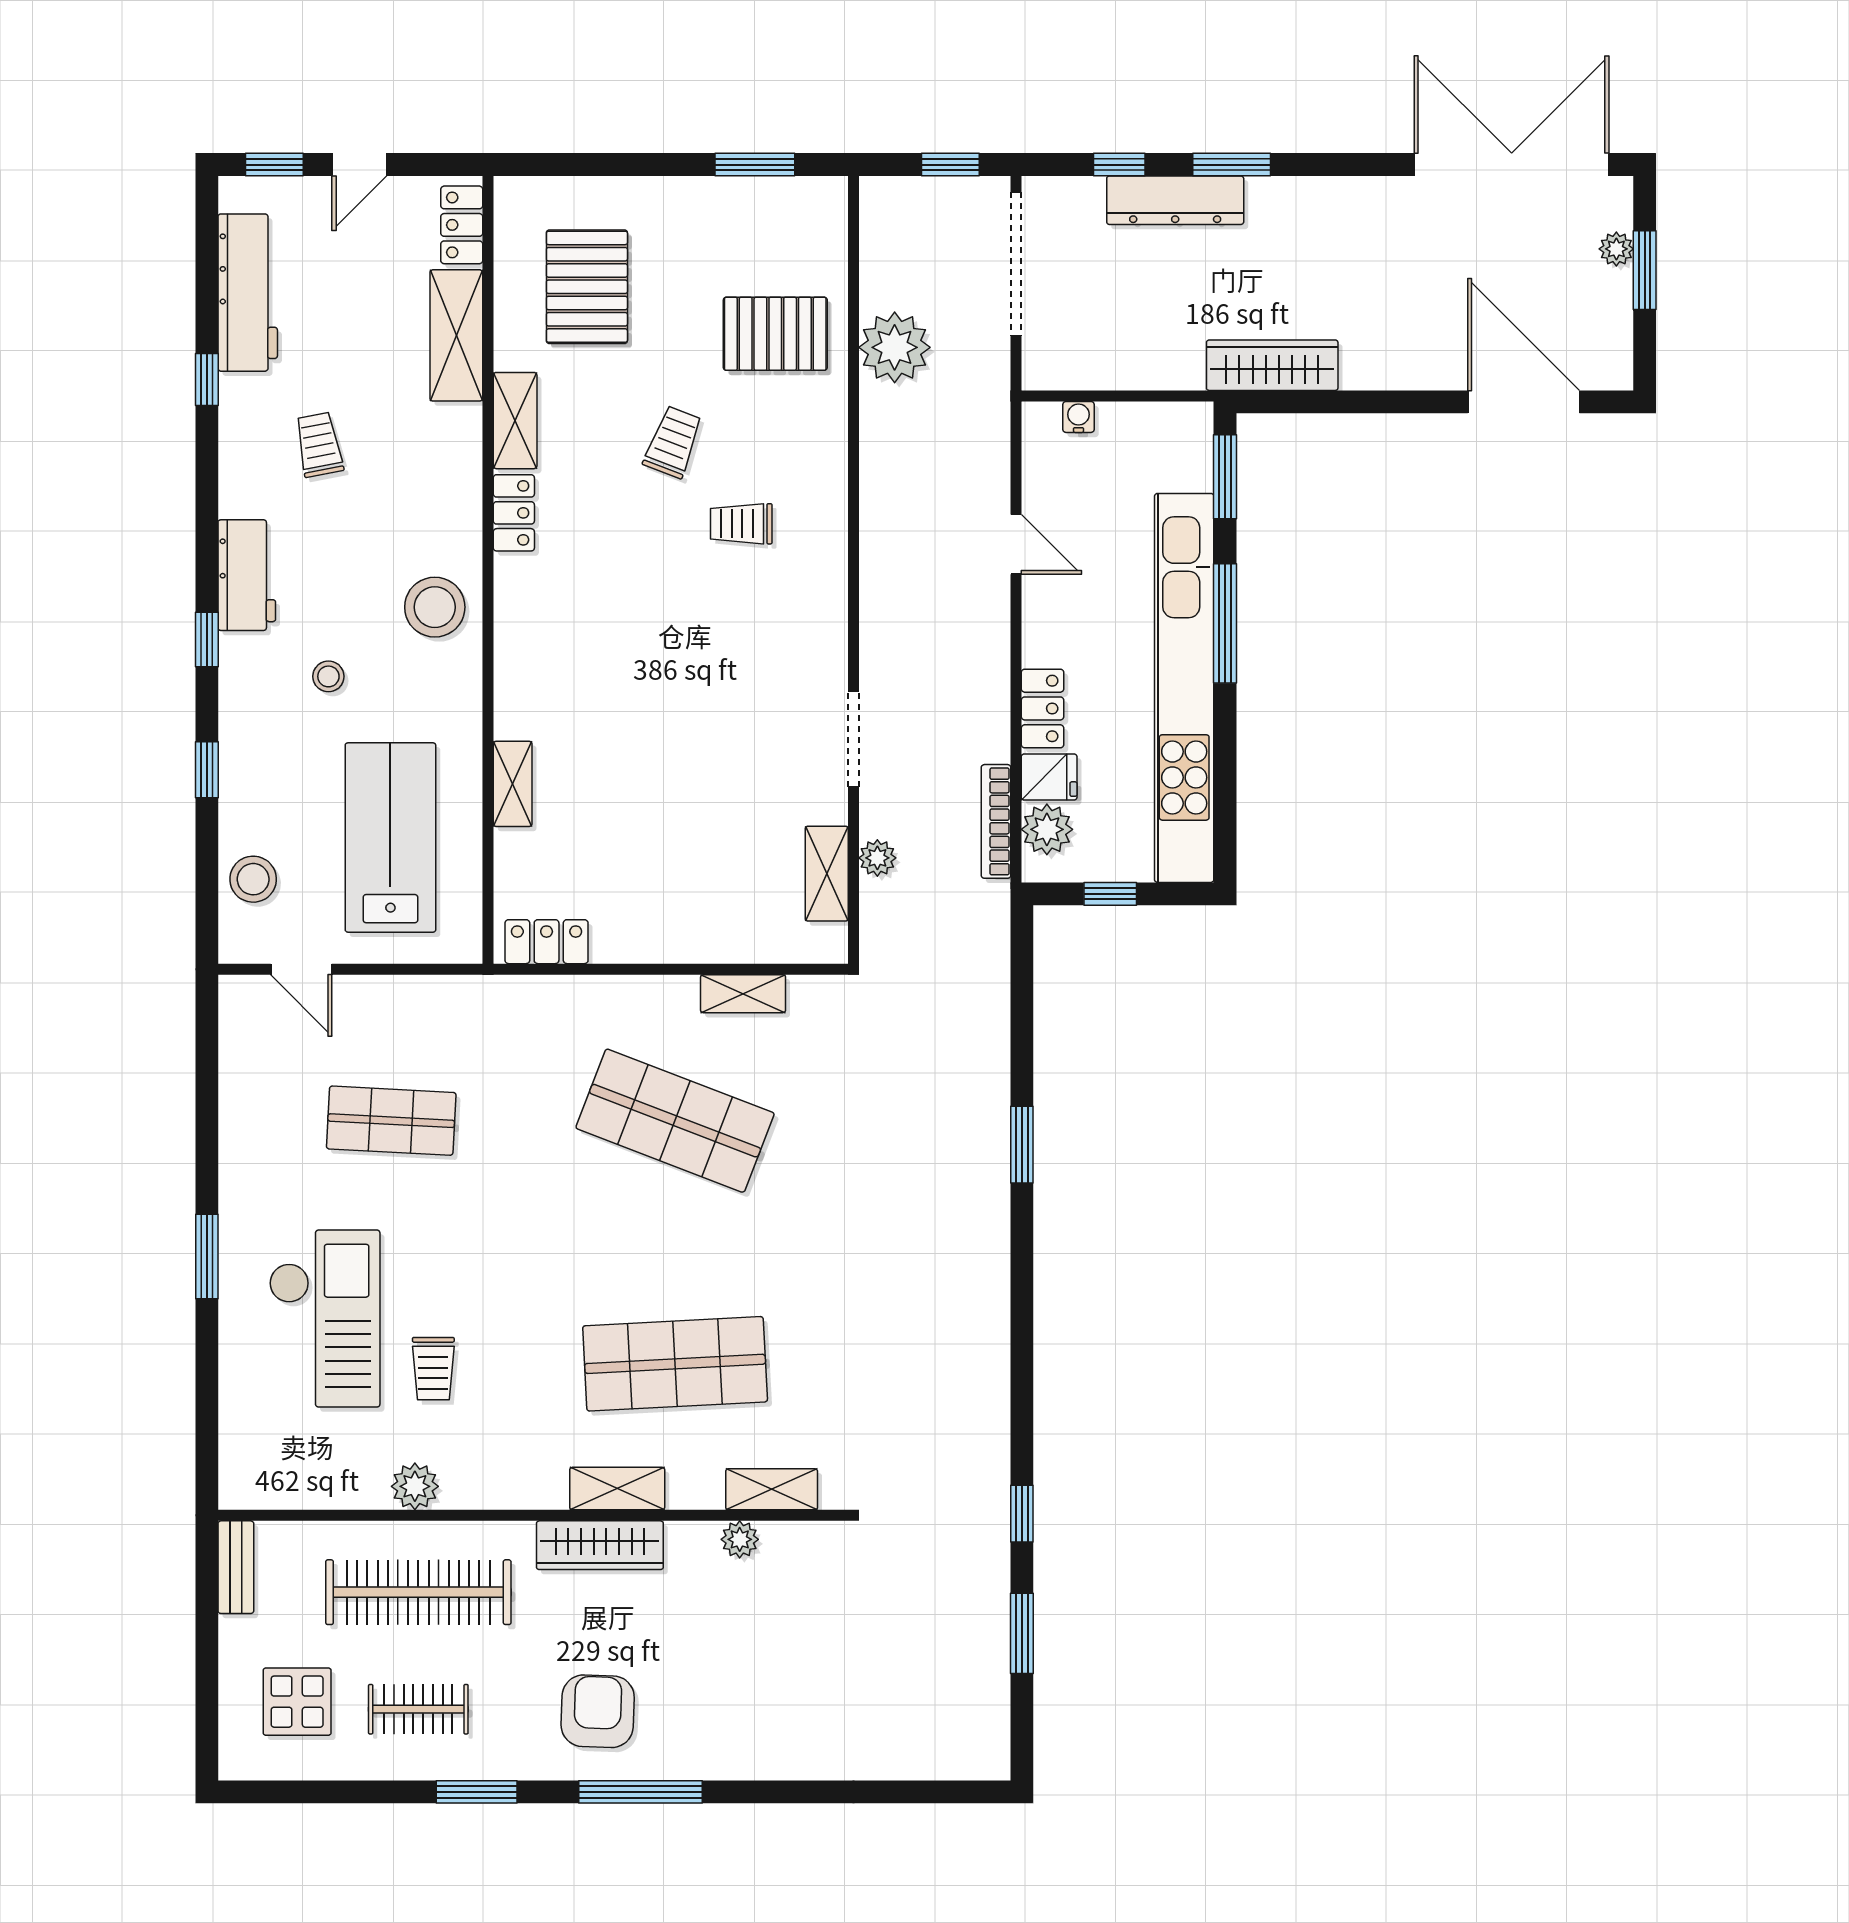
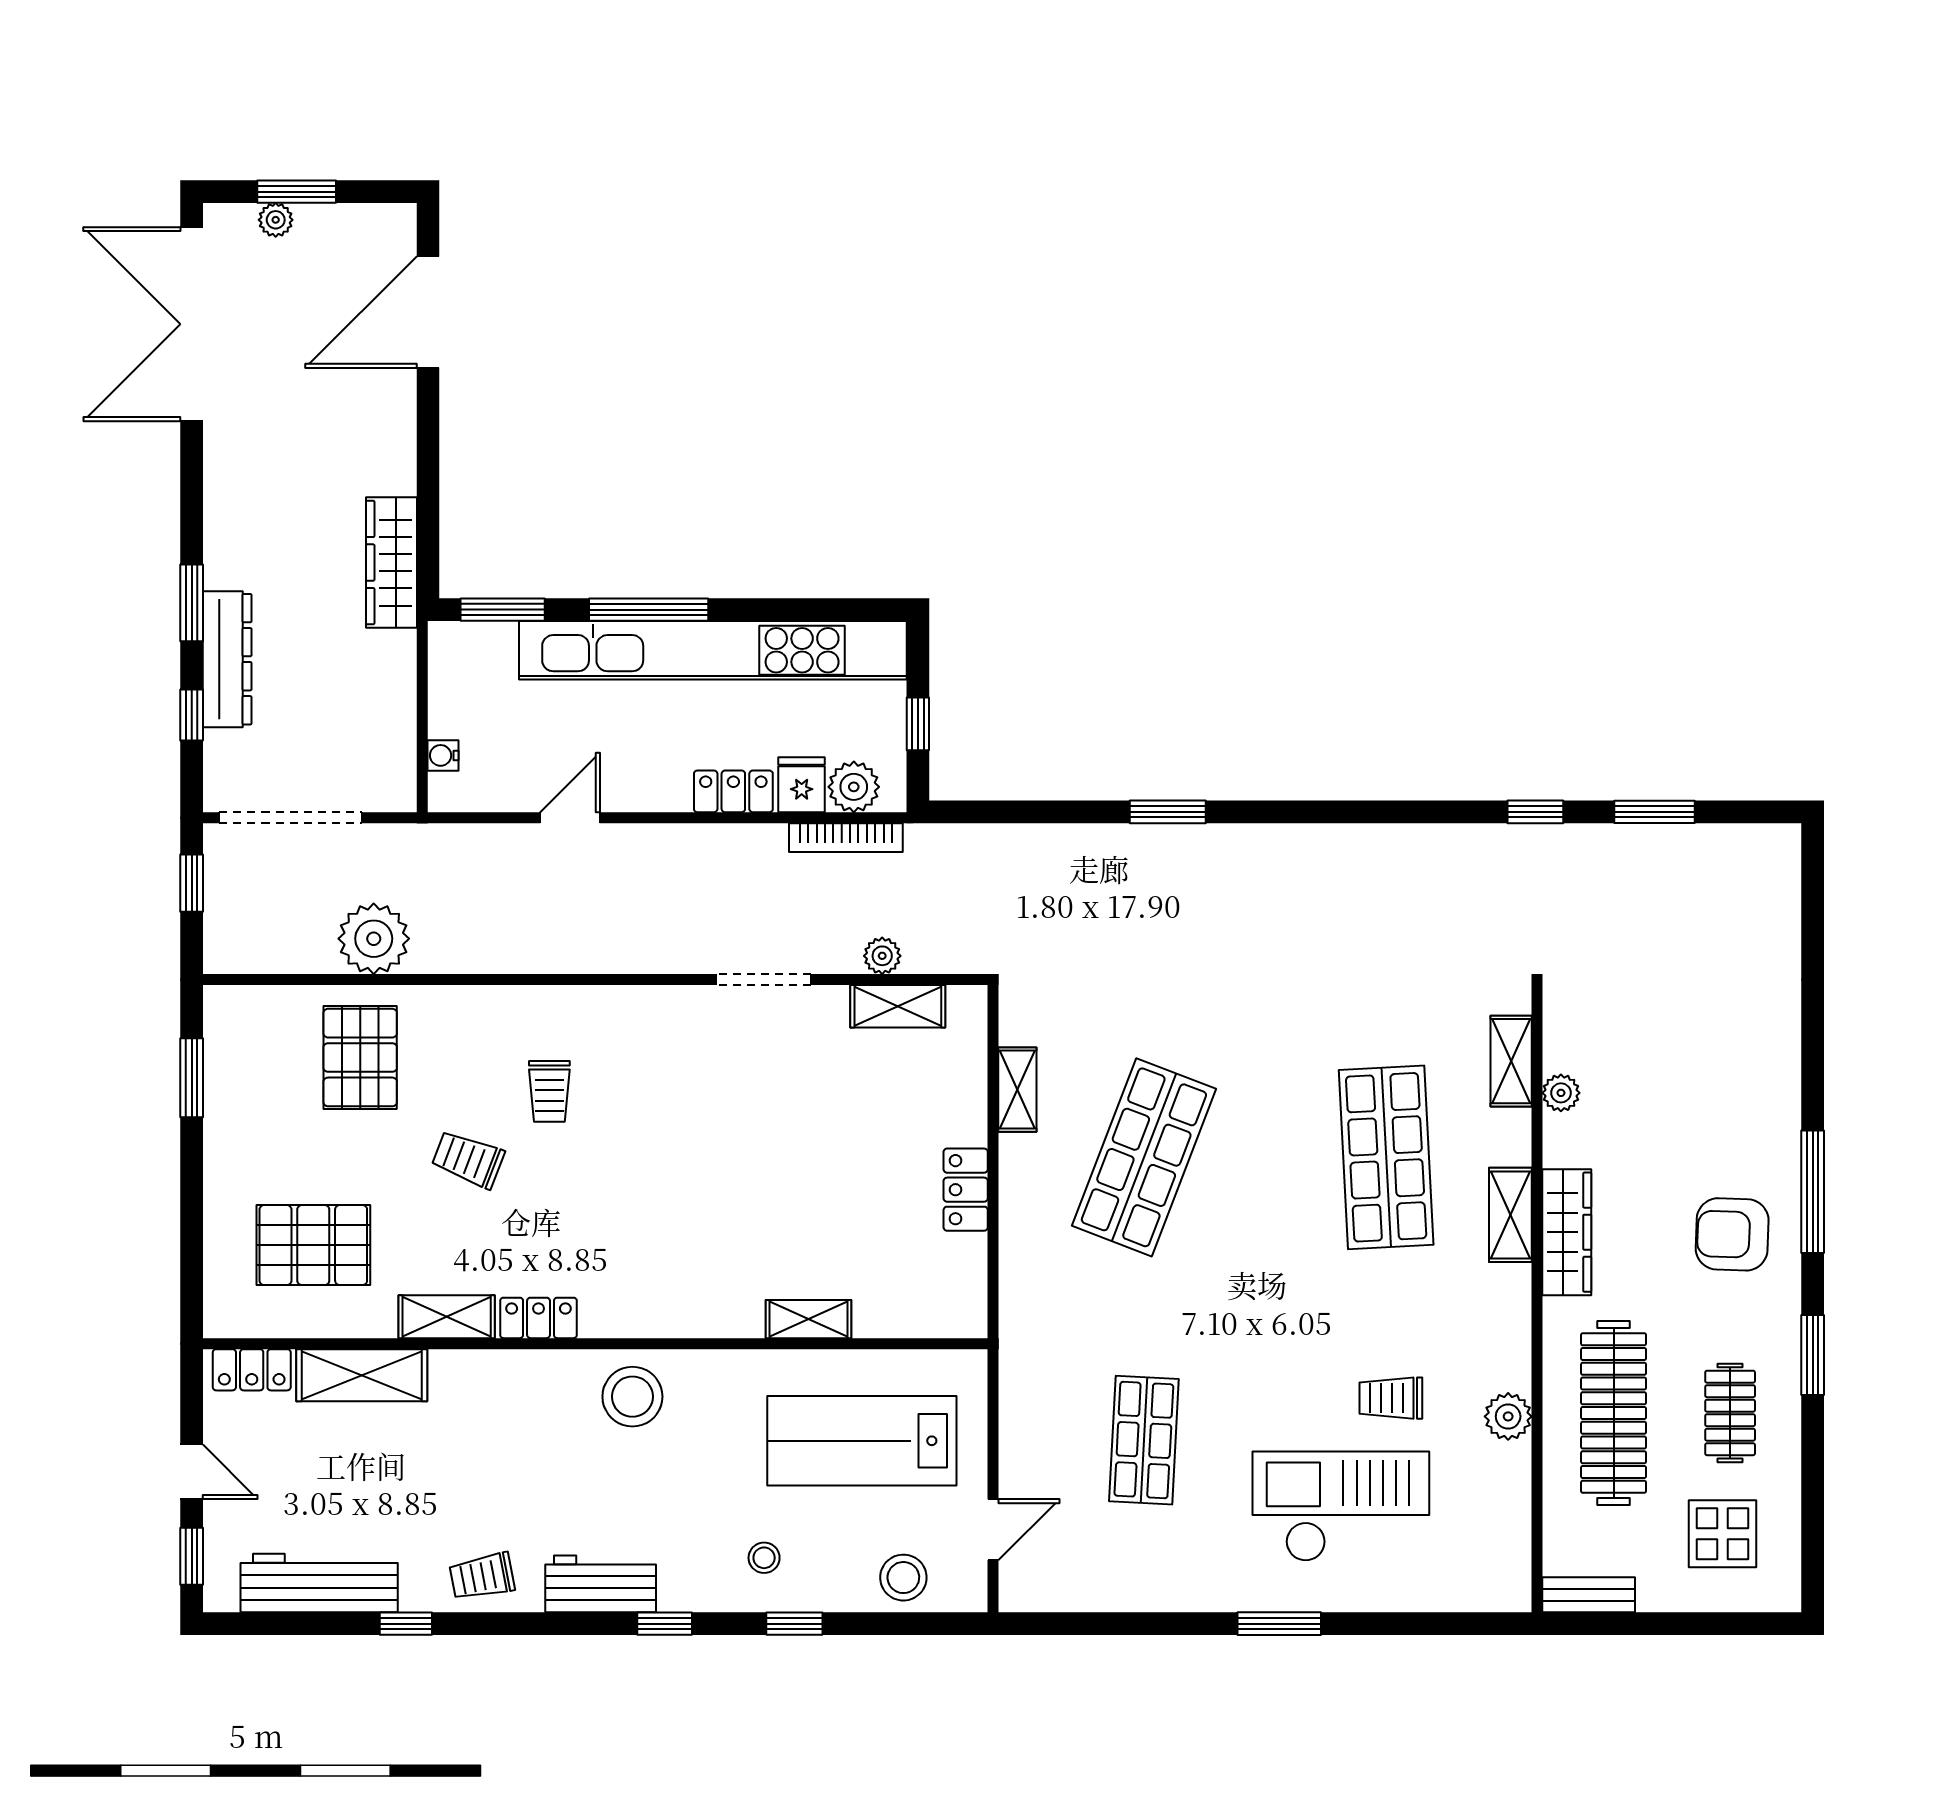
trolley: (319, 445) -> (482, 1576), moved
stool: (328, 676) -> (764, 1558), moved
locker: (547, 942) -> (966, 1190), moved
trolley: (433, 1369) -> (1391, 1398), turned 180

